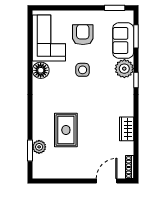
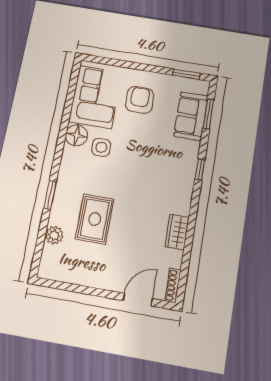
plant: (124, 69) -> (187, 152), removed
side table: (83, 70) -> (101, 147), moved
window: (30, 151) -> (50, 195), moved

